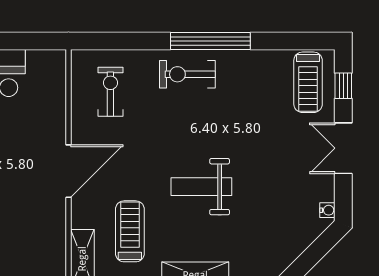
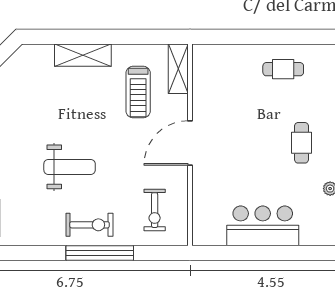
window: (210, 41) -> (100, 253), moved
weight bench: (201, 187) -> (70, 167), moved

